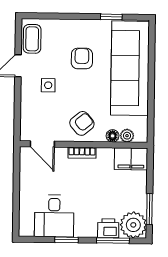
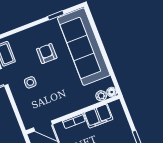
armchair: (82, 123) -> (65, 100), removed
floor lamp: (113, 136) -> (112, 92), moved
filing cabinet: (131, 159) -> (98, 116), moved

